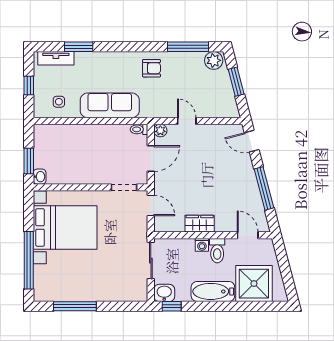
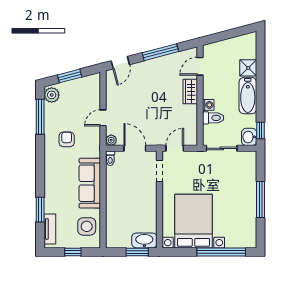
armchair: (151, 68) -> (67, 139), moved
side table: (59, 102) -> (87, 226), width x1.87, depth x1.87
washbasin: (40, 177) -> (144, 240), width x1.91, depth x1.45
wardrobe: (200, 224) -> (190, 92), moved
toilet: (217, 251) -> (213, 118), moved
shower: (254, 284) -> (248, 68), width x0.54, depth x0.54
window: (75, 306) -> (260, 200), moved

